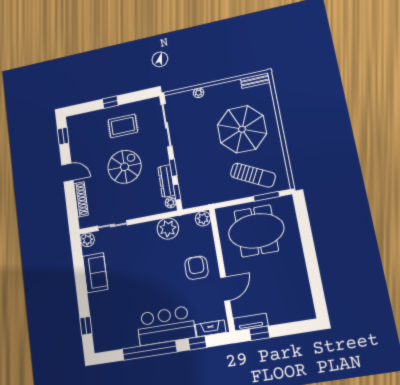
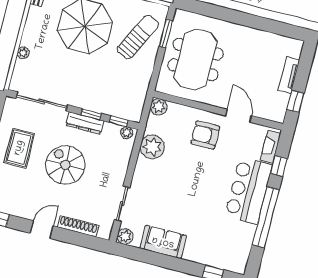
dresser: (166, 181) -> (85, 123), moved
tv unit: (250, 322) -> (289, 75), moved

